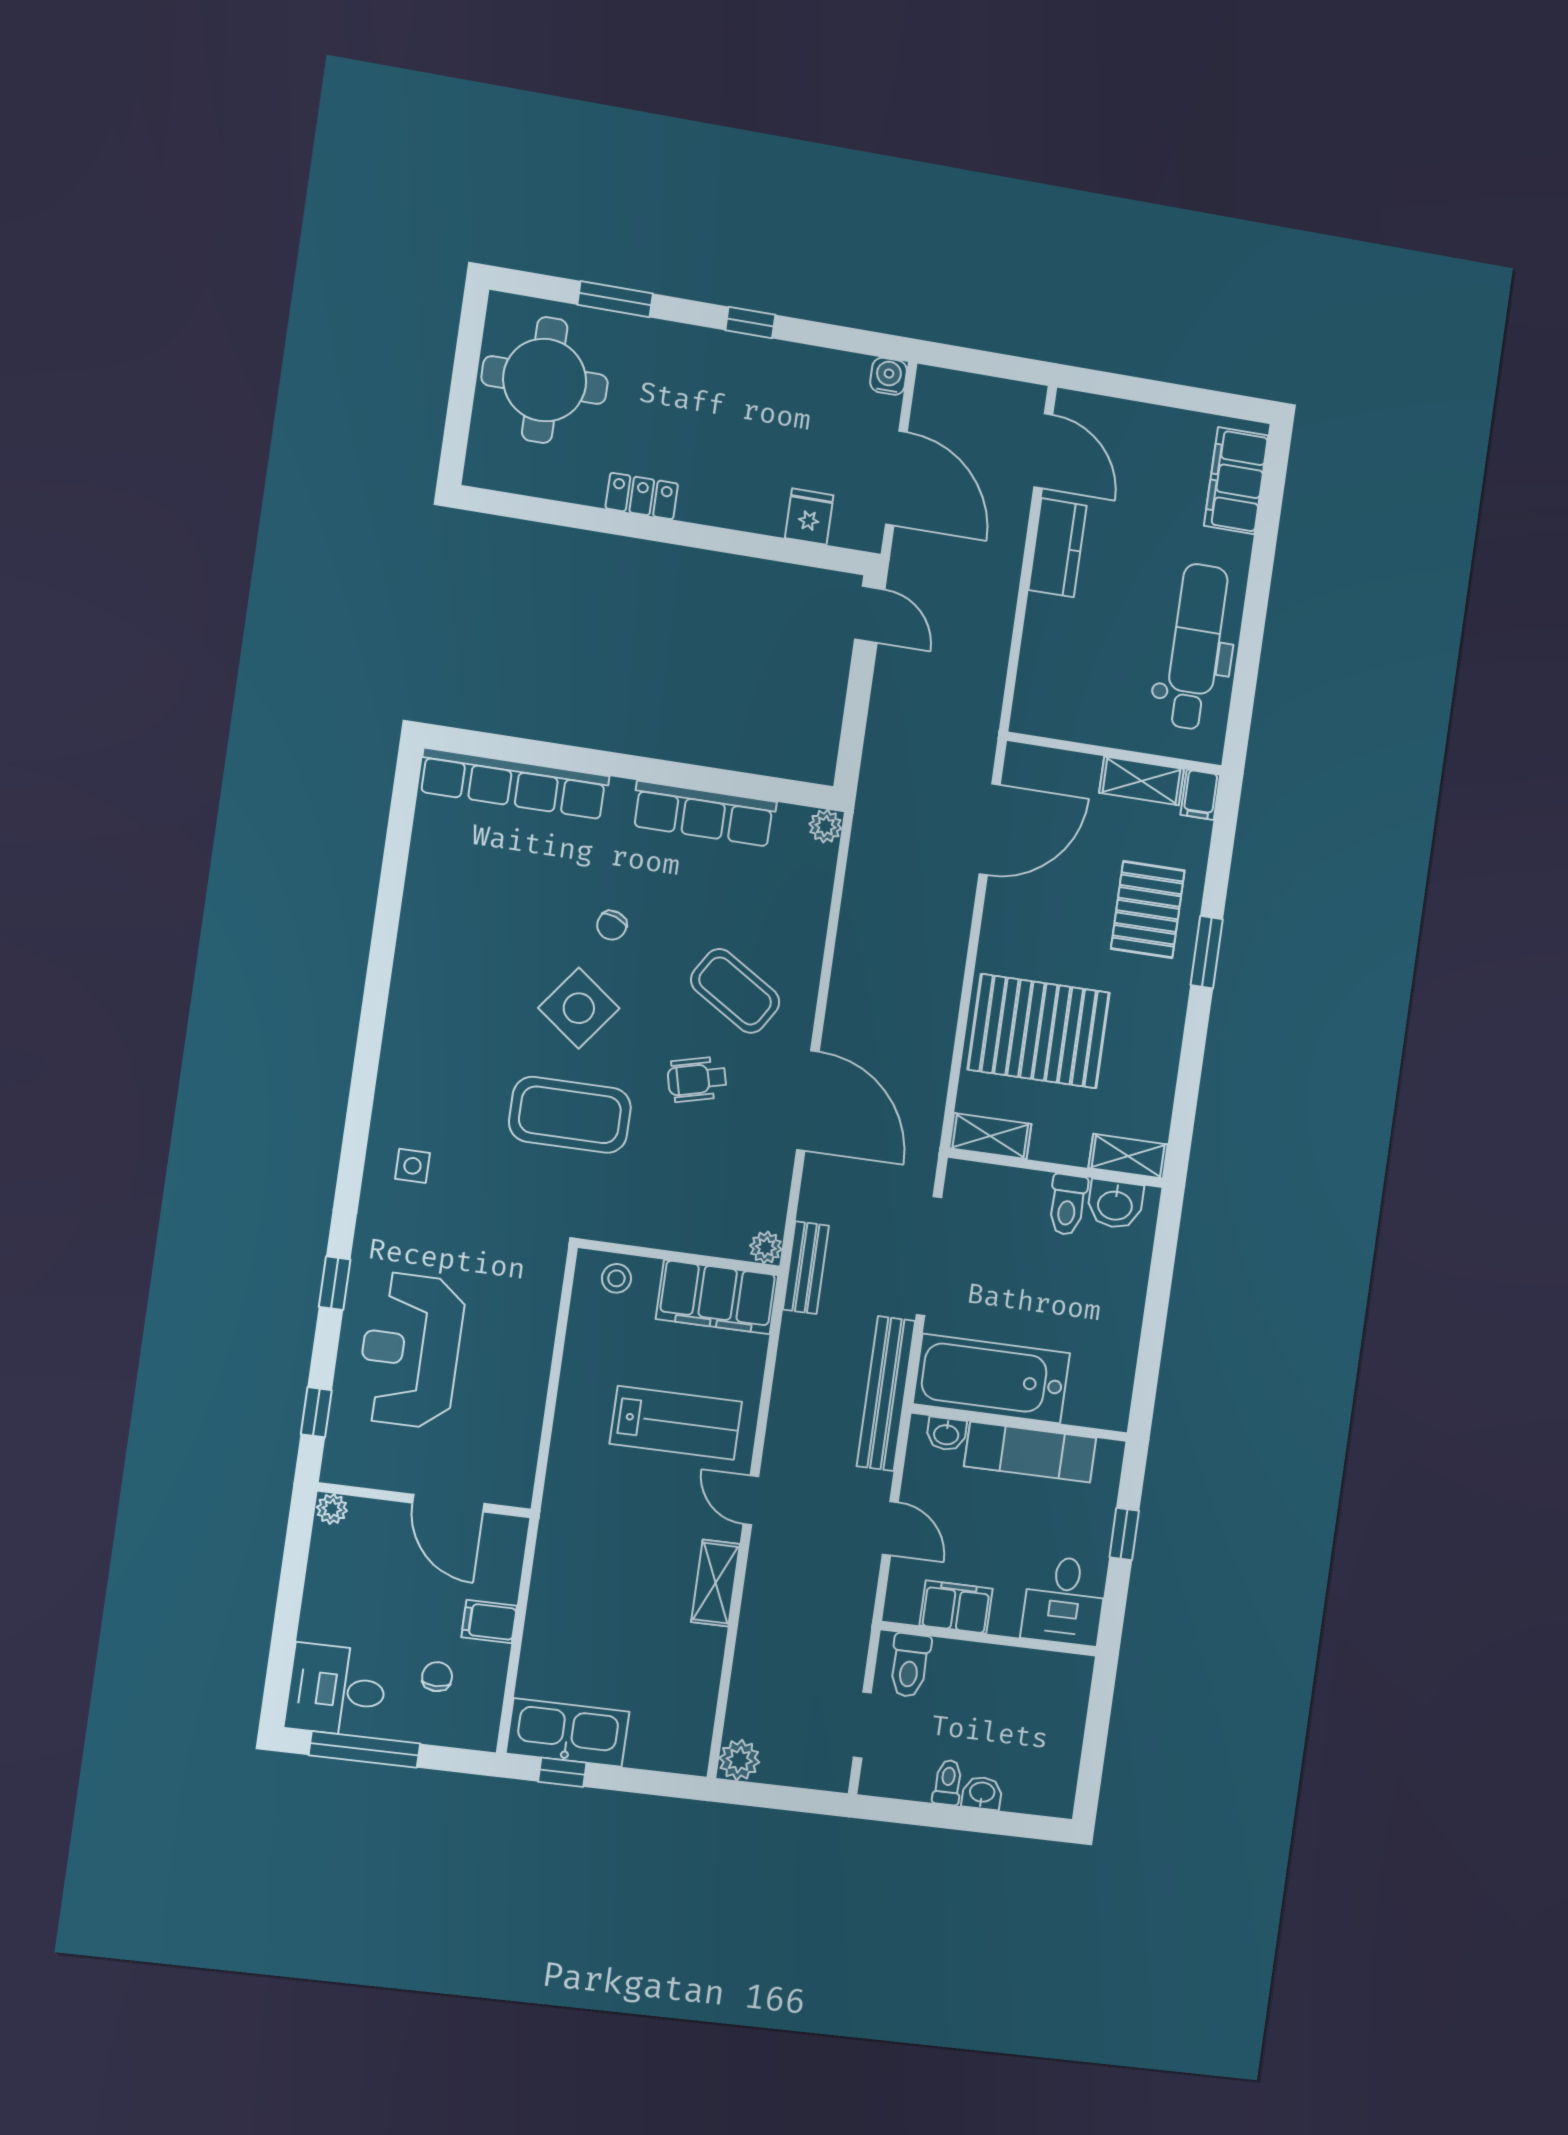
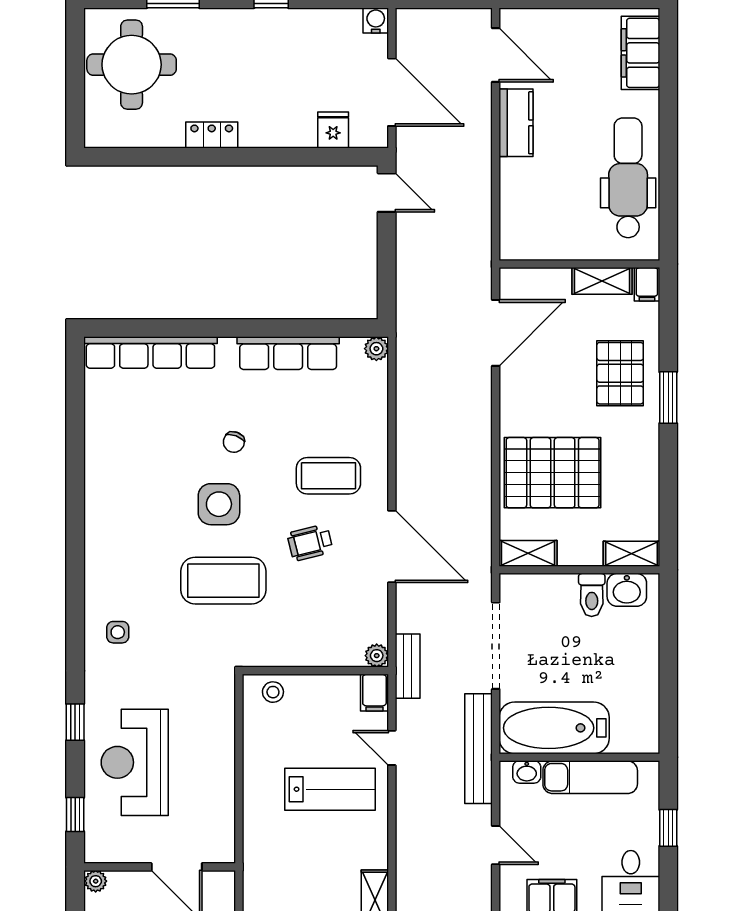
coffee table: (735, 991) -> (328, 476), turned -32
side table: (579, 1008) -> (219, 504), turned -37
filing cabinet: (717, 1297) -> (374, 693), width x0.33, depth x0.86
door: (751, 1500) -> (392, 748), moved

